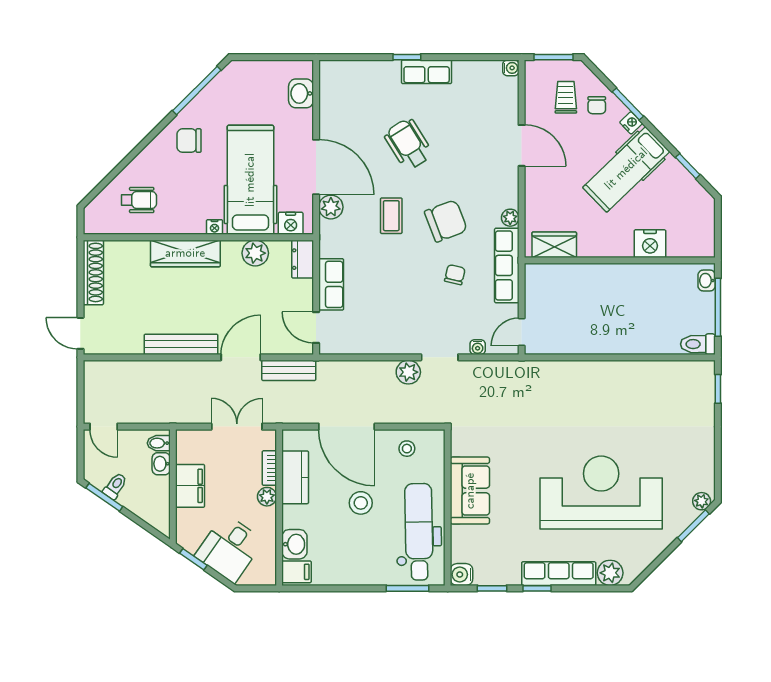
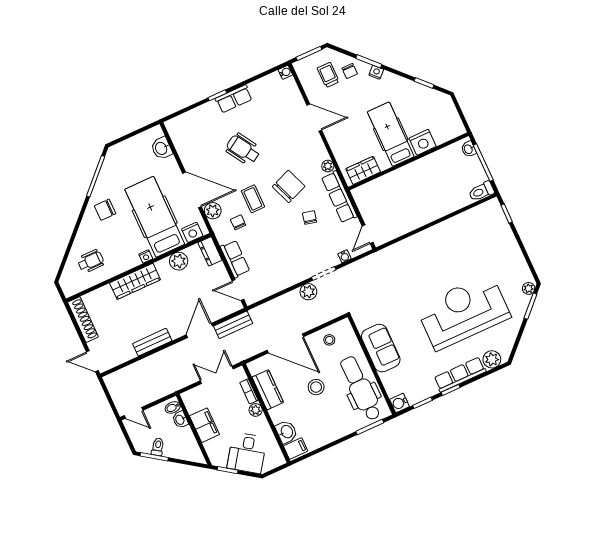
hospital bed: (626, 169) -> (391, 134), moved, turned 134
chair: (357, 238) -> (238, 222), added
bench: (181, 344) -> (152, 342), width x0.73

